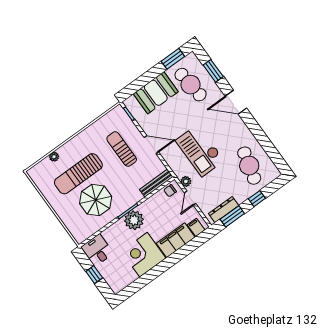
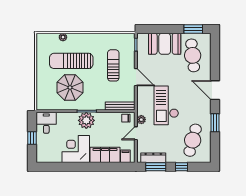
window: (213, 71) -> (215, 123), moved

